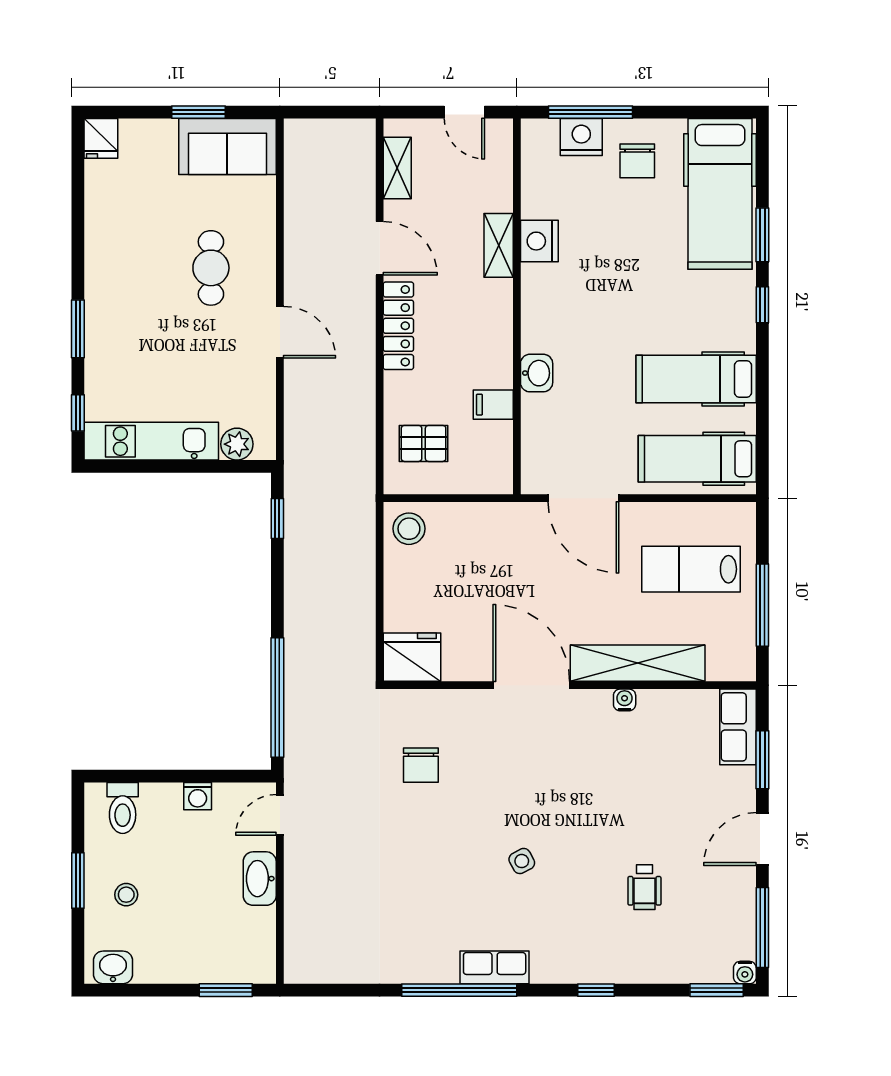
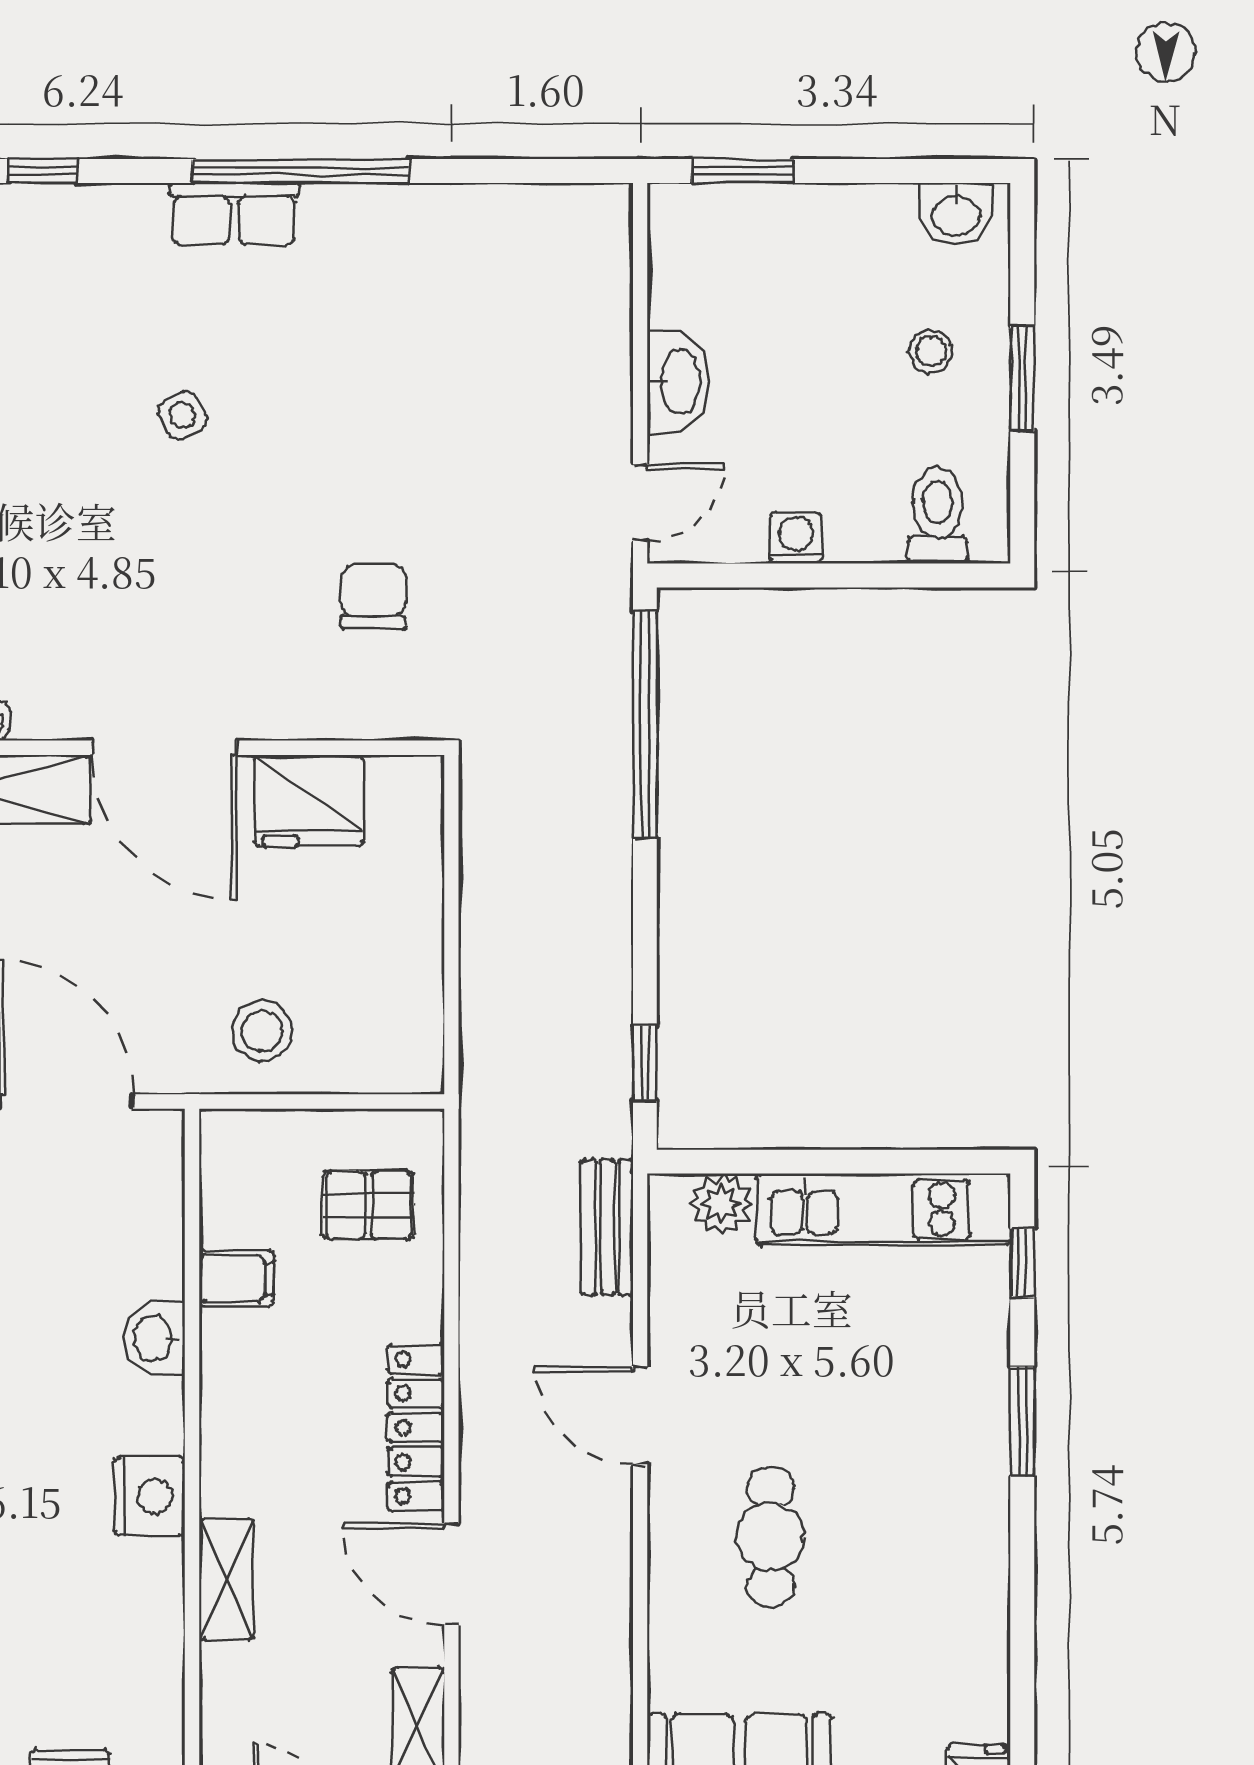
nightstand: (539, 241) -> (149, 1496), moved
bench: (297, 432) -> (607, 1227), added
stool: (409, 529) -> (262, 1031), moved
fridge: (412, 657) -> (309, 801), moved

